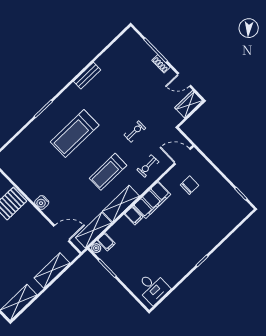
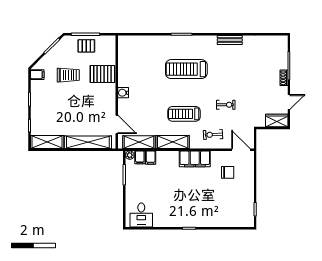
door: (184, 80) -> (289, 102), swing flipped
filing cabinet: (134, 216) -> (151, 158), moved
shelving: (52, 271) -> (88, 142), width x1.47

